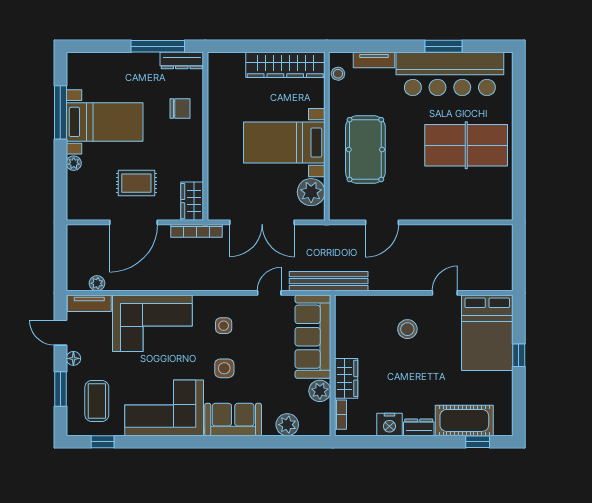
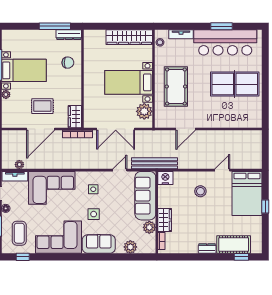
nightstand: (389, 424) -> (165, 178), moved, turned 180

